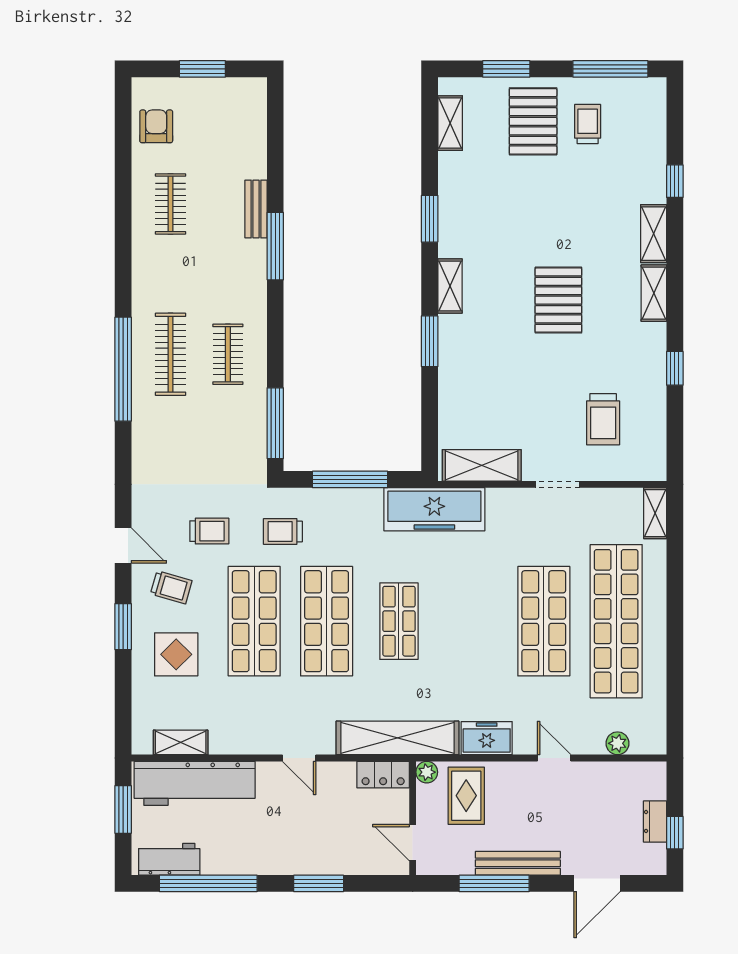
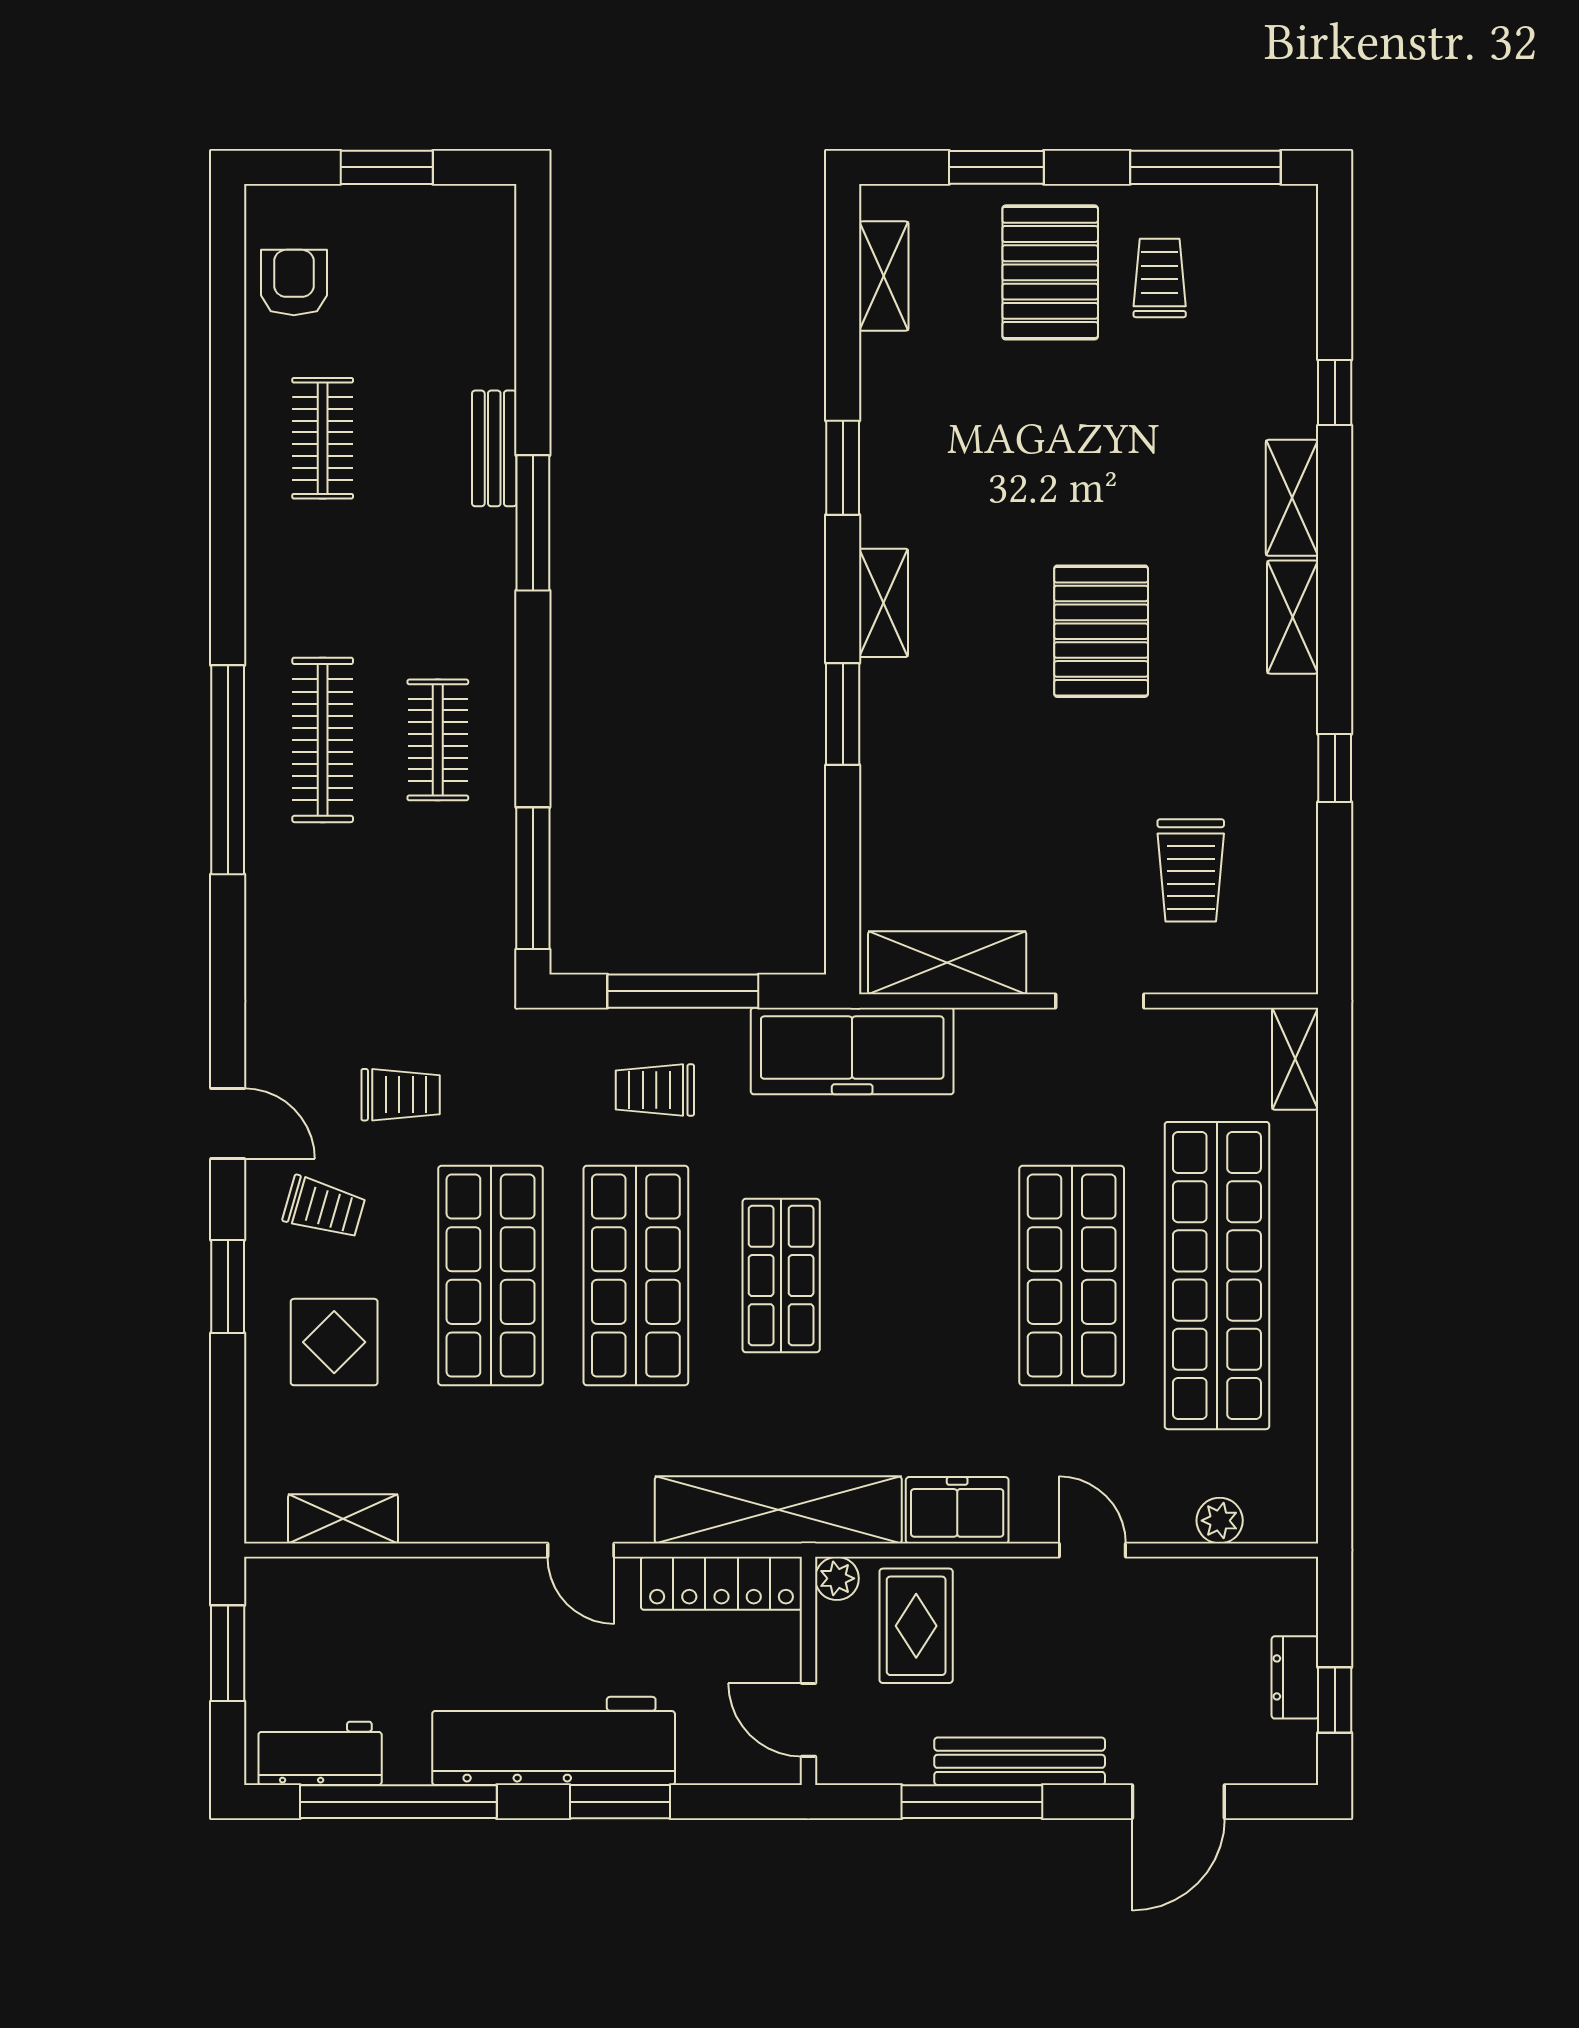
trolley: (283, 531) -> (655, 1090), moved
locker: (383, 775) -> (722, 1583), width x1.53
workbench: (195, 783) -> (554, 1741), moved, turned 180

